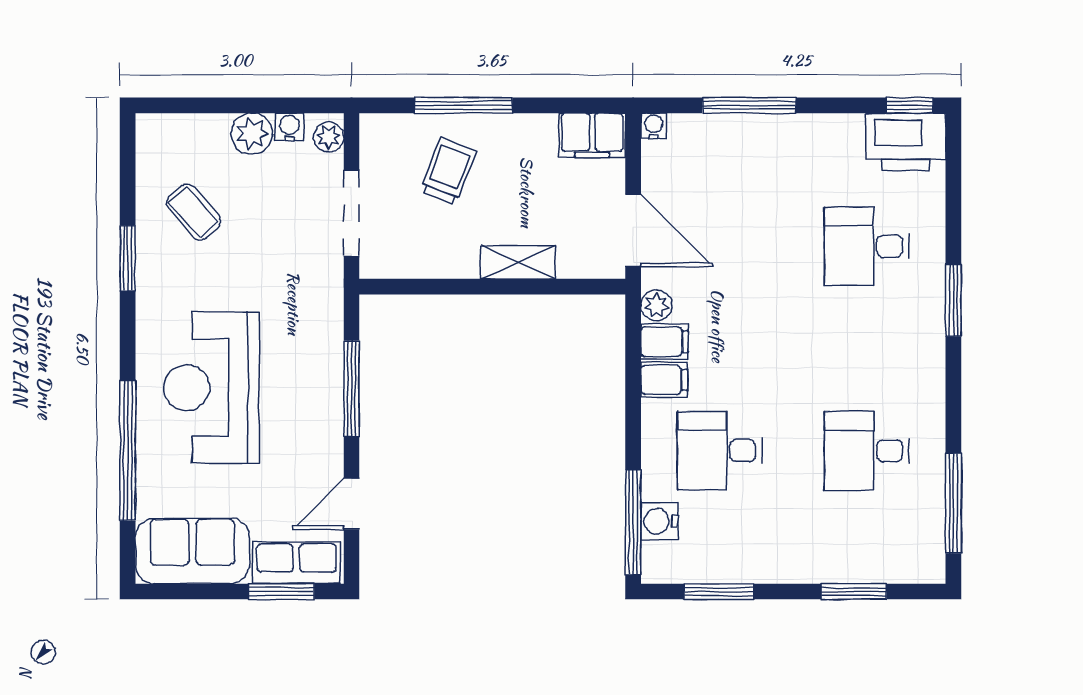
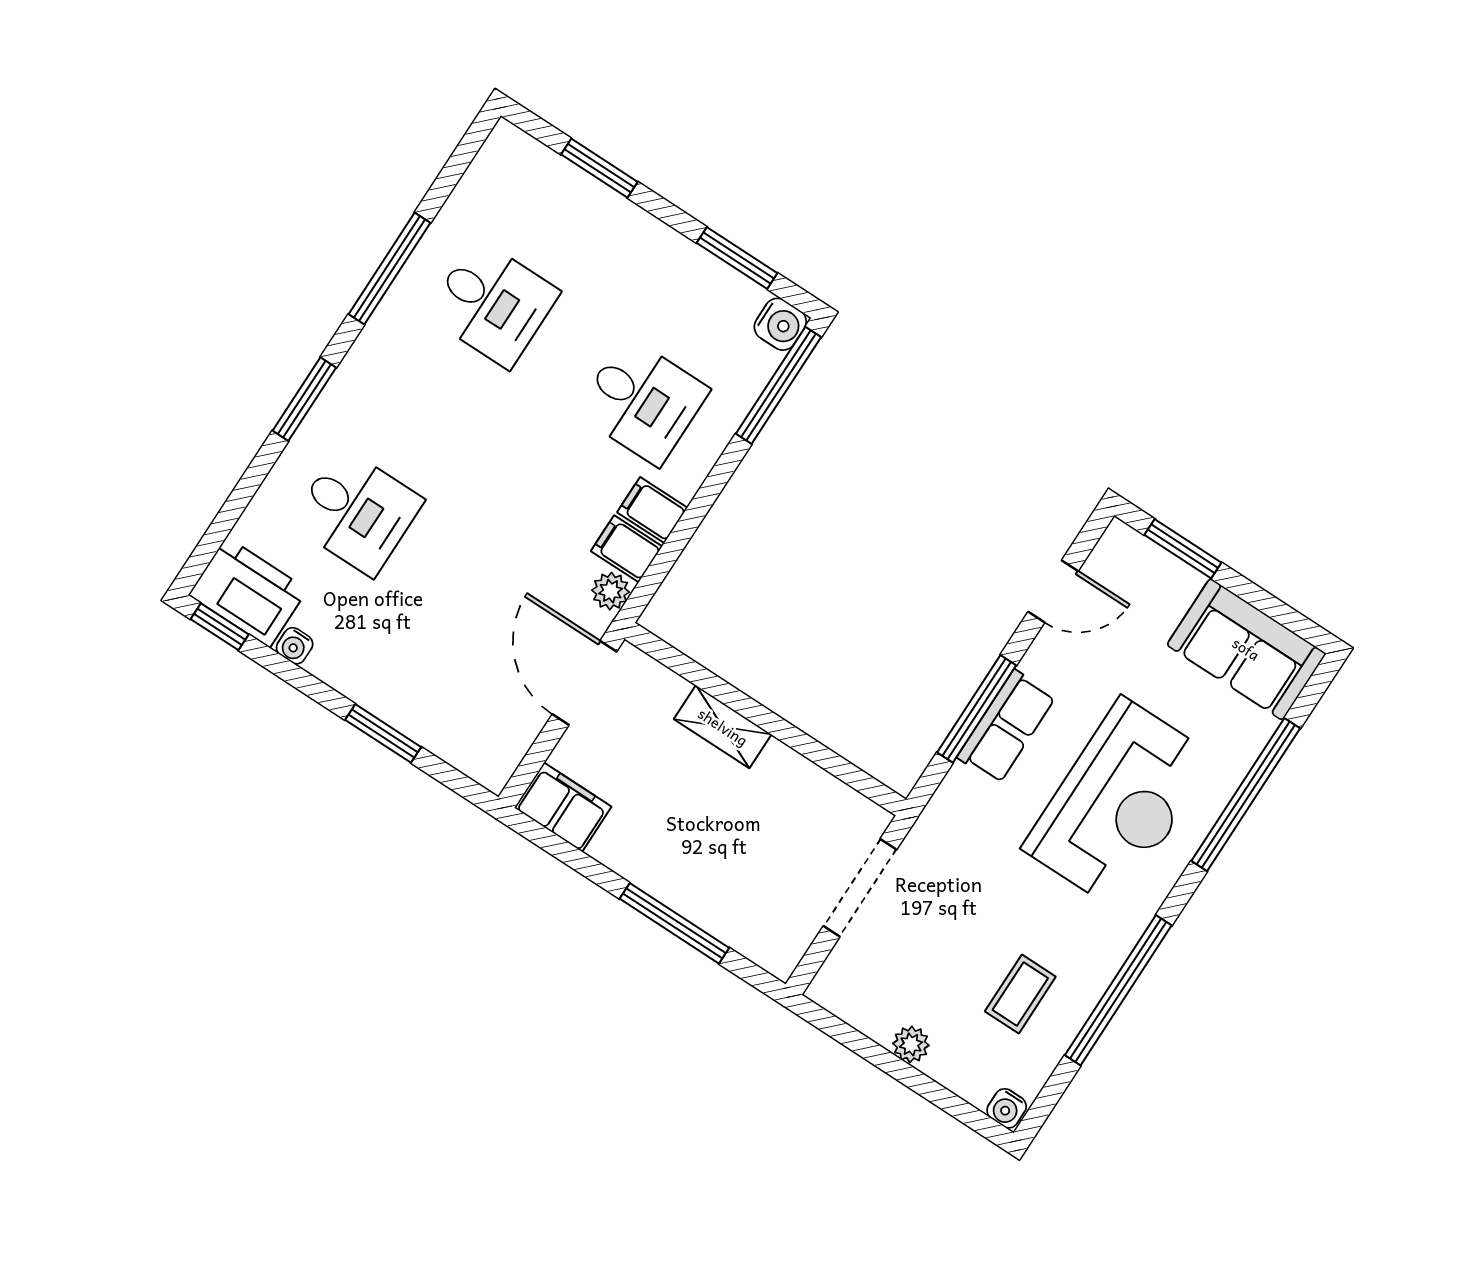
window: (749, 105) -> (383, 733), width x0.69
water cooler: (654, 126) -> (295, 646), moved
water cooler: (289, 127) -> (1007, 1108), moved
plant: (252, 134) -> (911, 1044), width x0.73, depth x0.73
plant: (329, 137) -> (833, 980), removed
trolley: (448, 171) -> (733, 866), removed
coffee table: (193, 212) -> (1020, 994), turned 41
window: (128, 258) -> (1118, 990), width x2.11
window: (953, 503) -> (390, 268), moved
water cooler: (659, 521) -> (780, 324), moved
row of seats: (296, 563) -> (1006, 727), moved, turned -90

